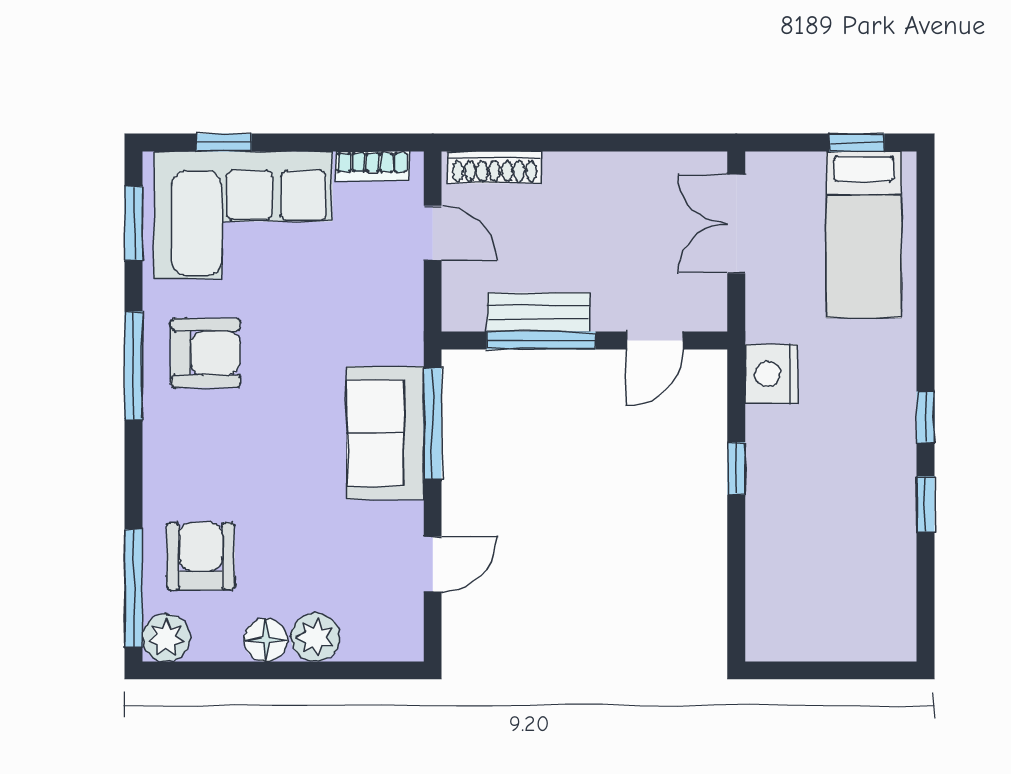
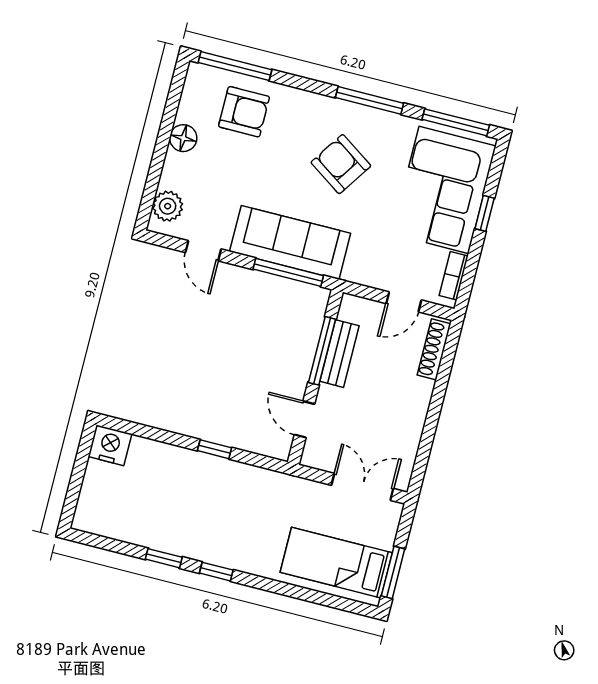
window: (224, 142) -> (485, 213), moved
window: (857, 142) -> (393, 572), width x1.50
window: (134, 223) -> (456, 122), width x1.44
armchair: (206, 353) -> (341, 164), moved, turned 124
nightstand: (772, 374) -> (110, 445), moved
sofa: (385, 433) -> (290, 242), width x1.36
plant: (315, 637) -> (168, 206), moved
plant: (166, 638) -> (200, 78), removed

